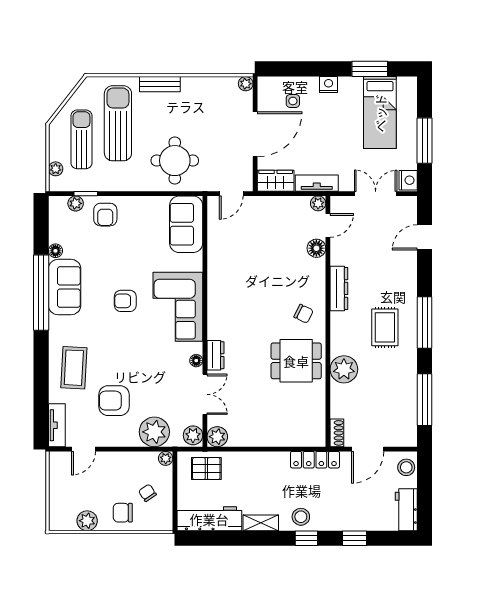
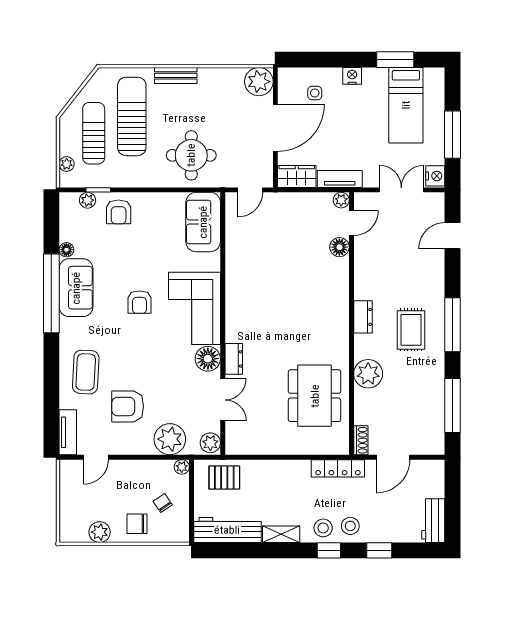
plant: (246, 84) -> (259, 82), width x1.88, depth x1.88
dresser: (339, 288) -> (363, 317), moved, width x0.70
armchair: (125, 301) -> (139, 302), turned -90
chair: (304, 314) -> (326, 316), removed
floor lamp: (196, 361) -> (208, 359), width x1.89, depth x1.89
dining table: (296, 361) -> (315, 396), moved, width x1.38
plant: (217, 437) -> (236, 444), removed
stool: (406, 467) -> (350, 526), moved

